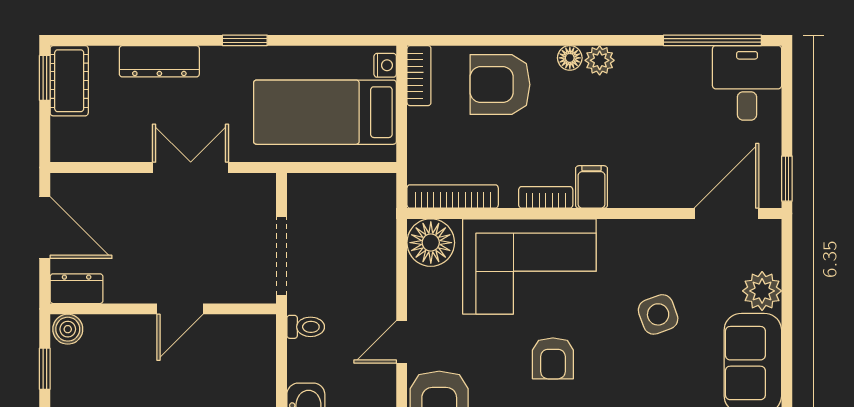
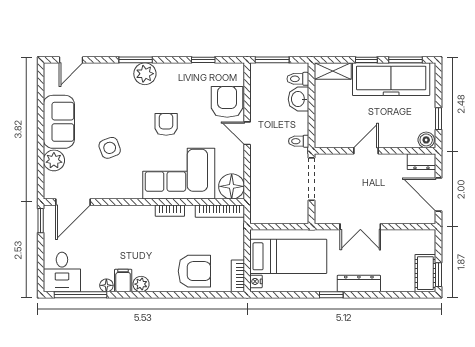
floor lamp: (570, 58) -> (106, 285), moved
dresser: (159, 61) -> (359, 284), moved
filing cabinet: (592, 187) -> (123, 281), moved, turned 180
door: (402, 342) -> (247, 133), swing flipped

